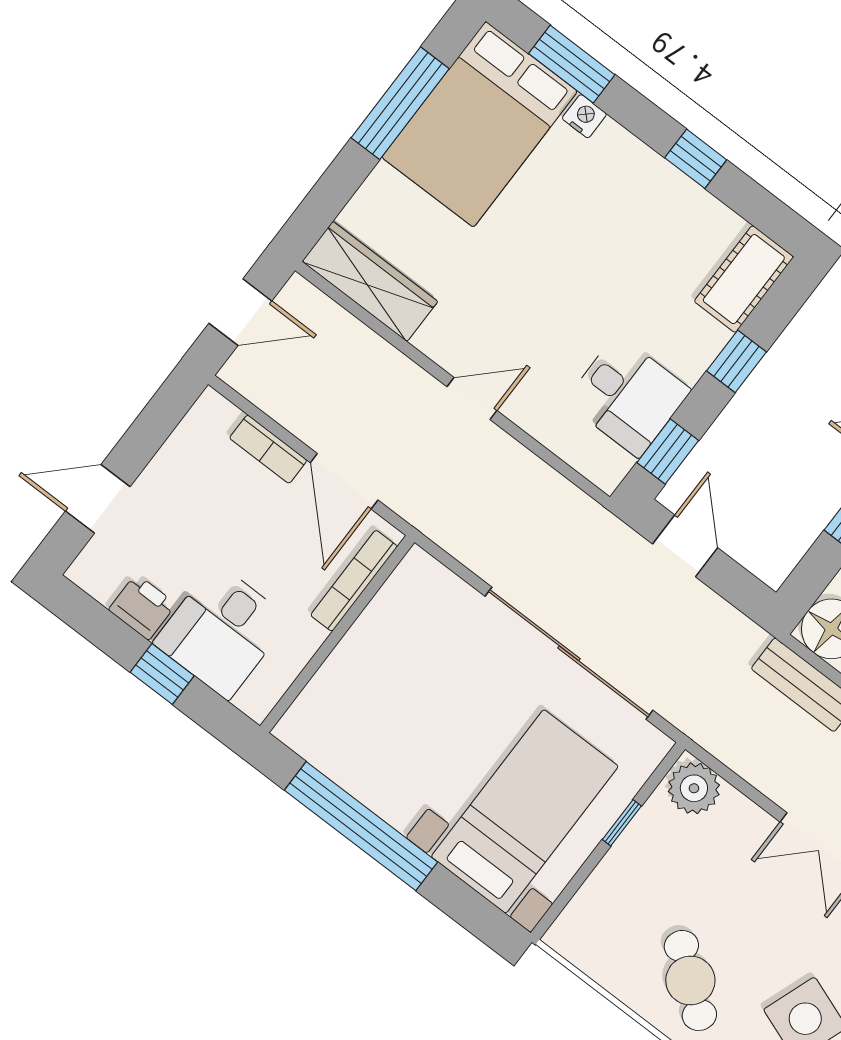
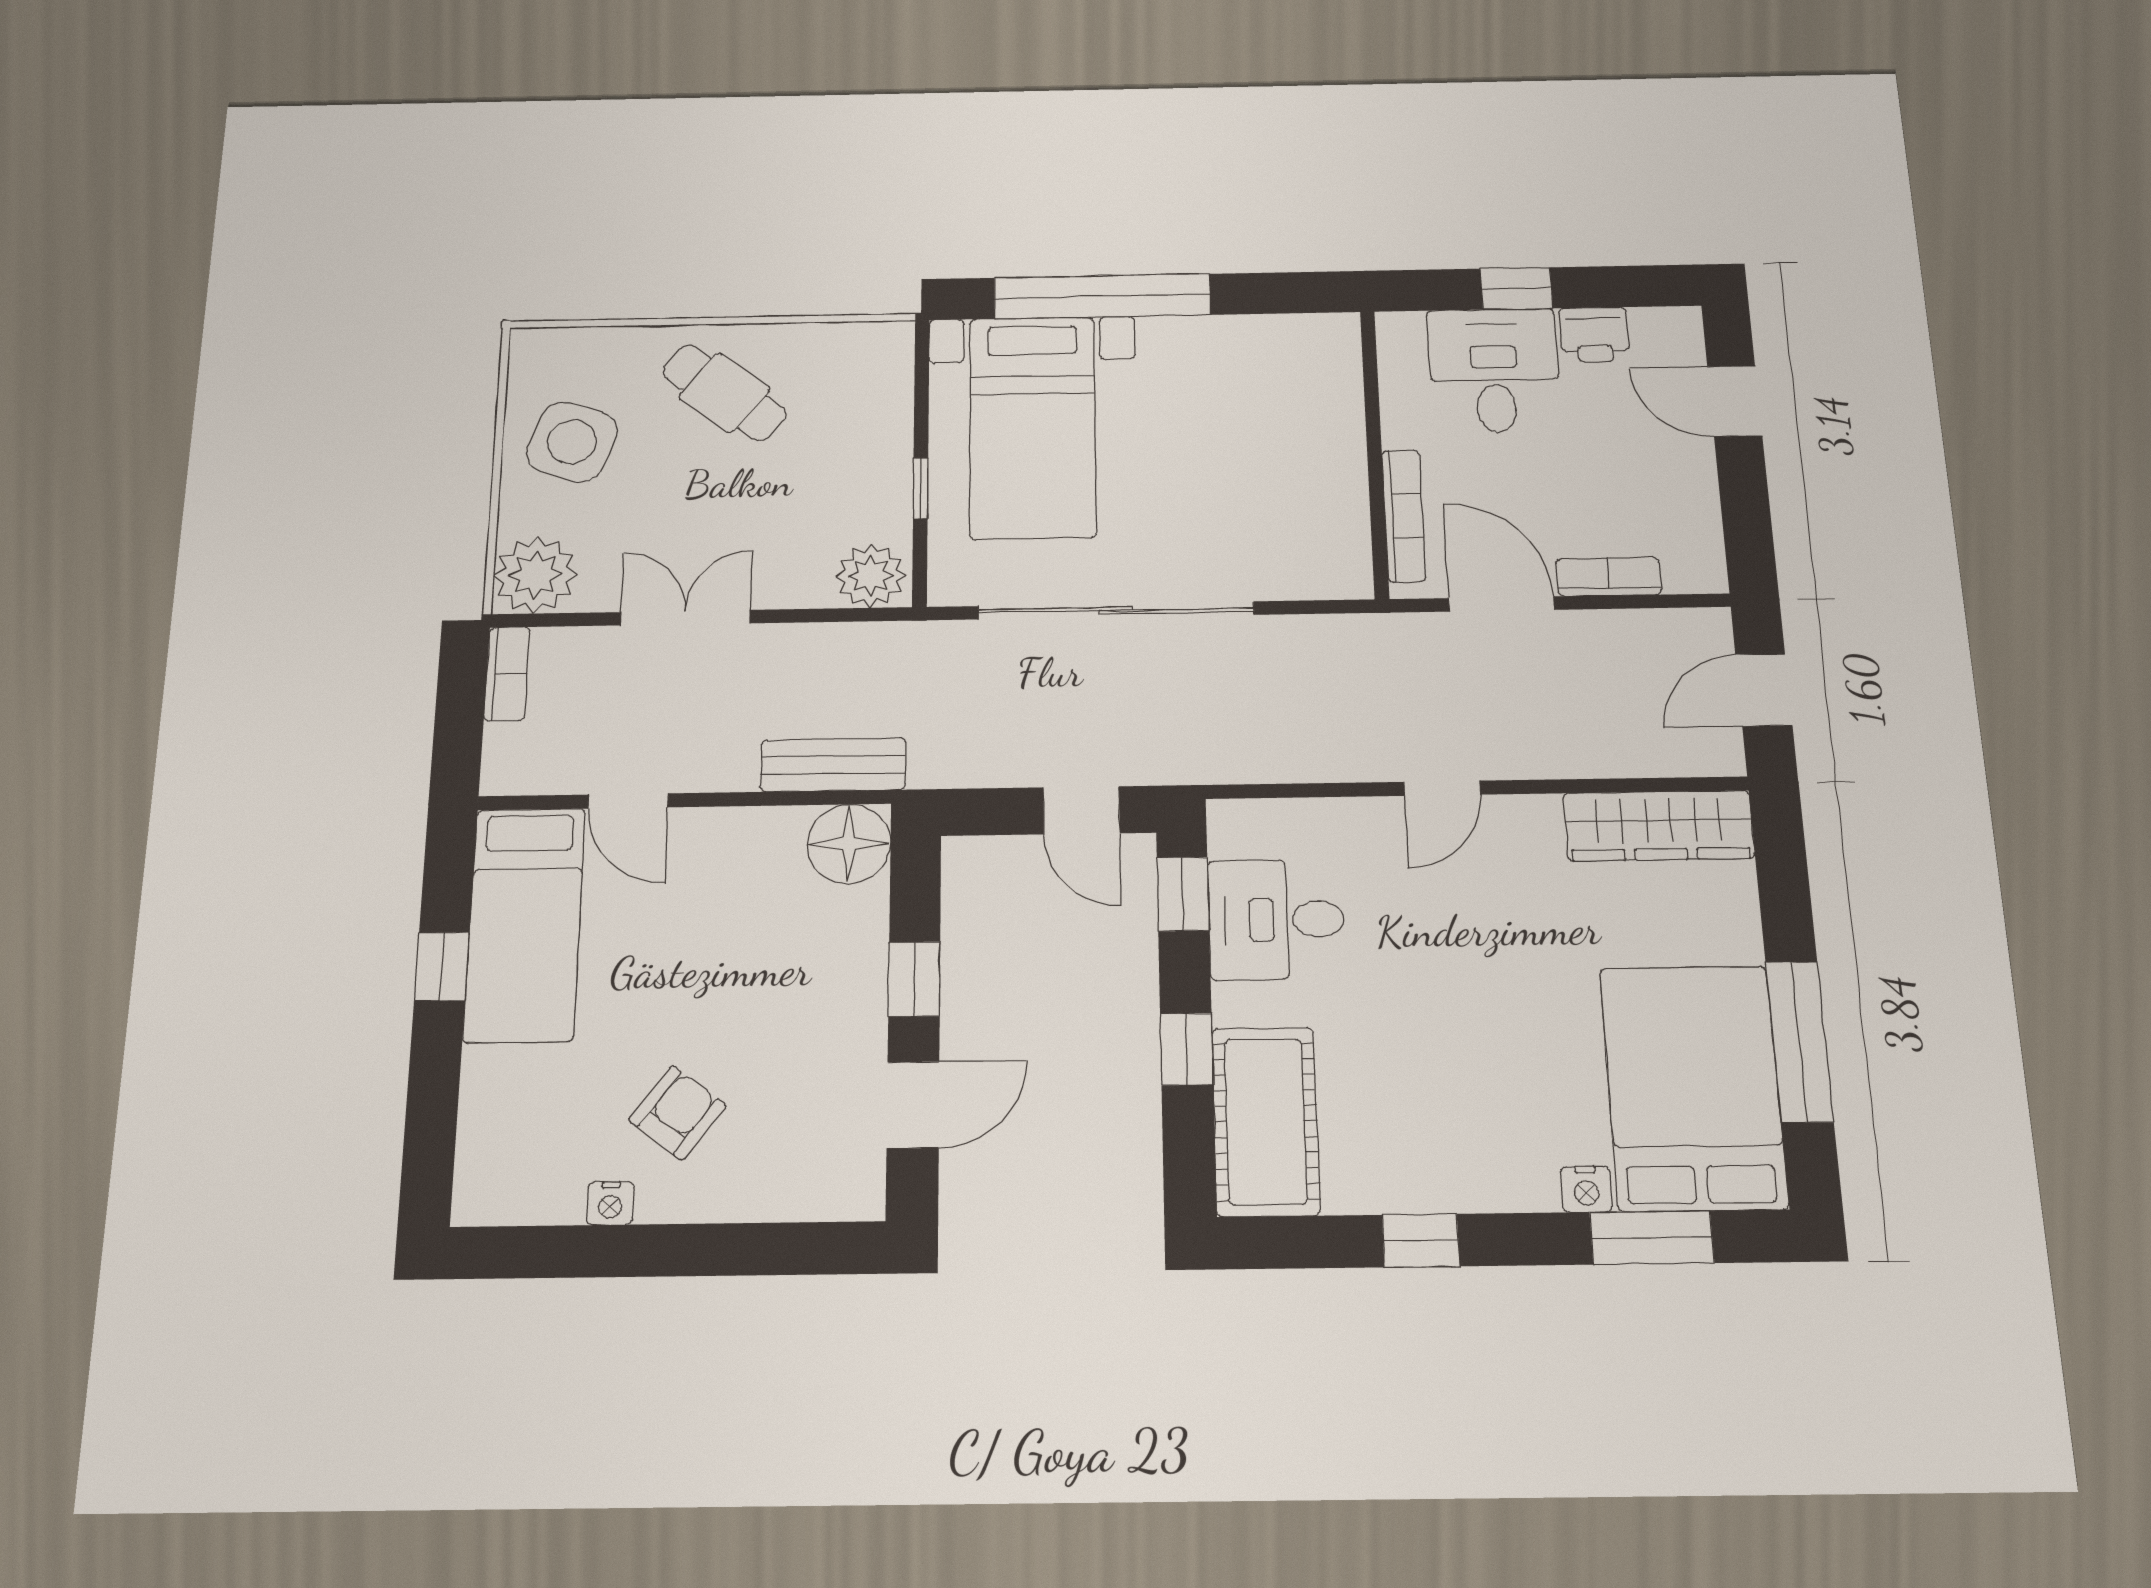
cot: (744, 279) -> (1266, 1121), width x1.37, depth x1.34
door: (98, 499) -> (1735, 401), swing flipped
window: (361, 826) -> (1102, 296), moved

